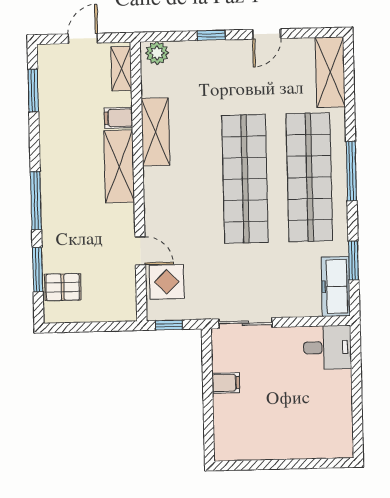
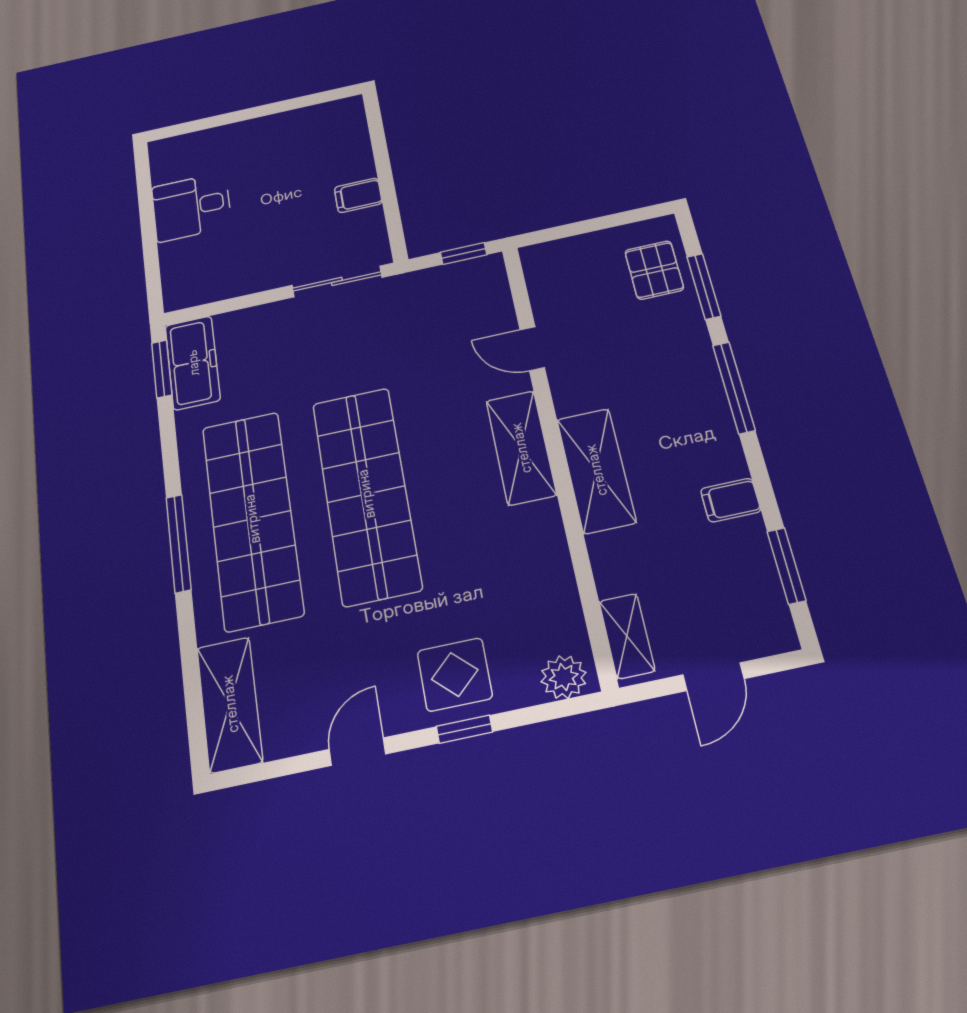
filing cabinet: (118, 118) -> (731, 500), moved, turned 180
shelving: (155, 132) -> (521, 448), moved
window: (353, 260) -> (162, 369), moved
display table: (167, 282) -> (455, 675), moved
pallet: (63, 287) -> (654, 270), turned 90
desk: (327, 348) -> (192, 207), moved

